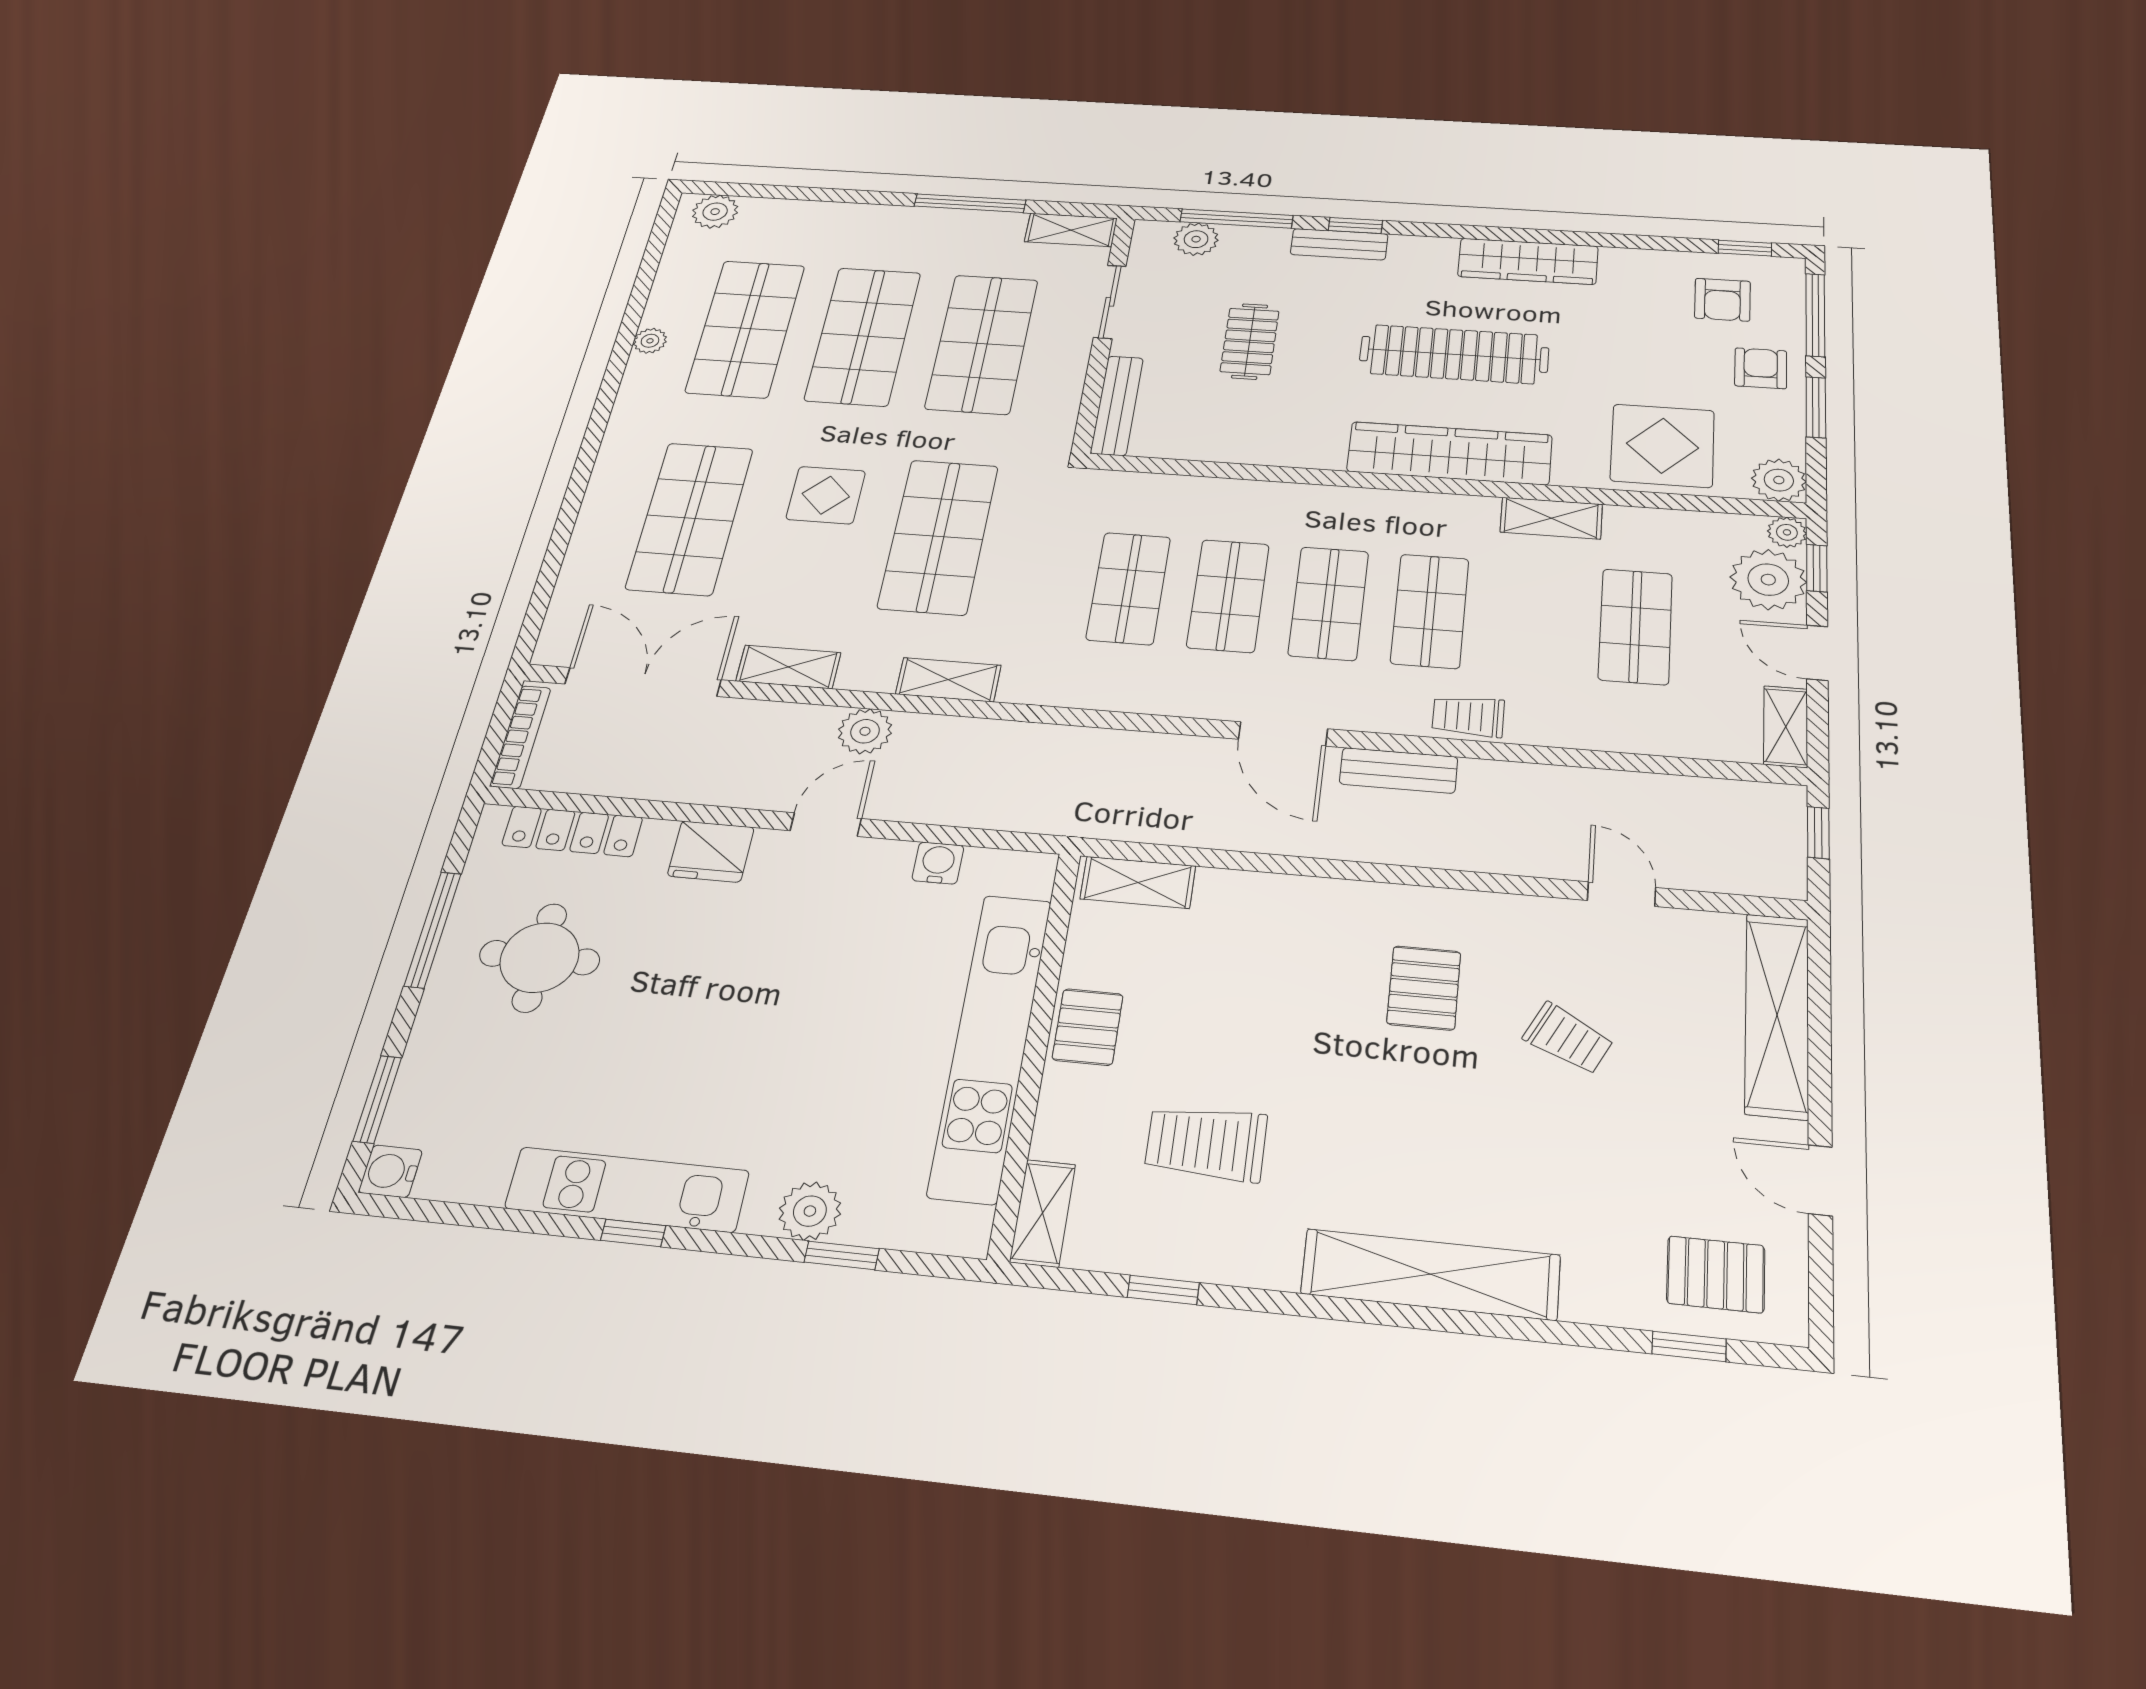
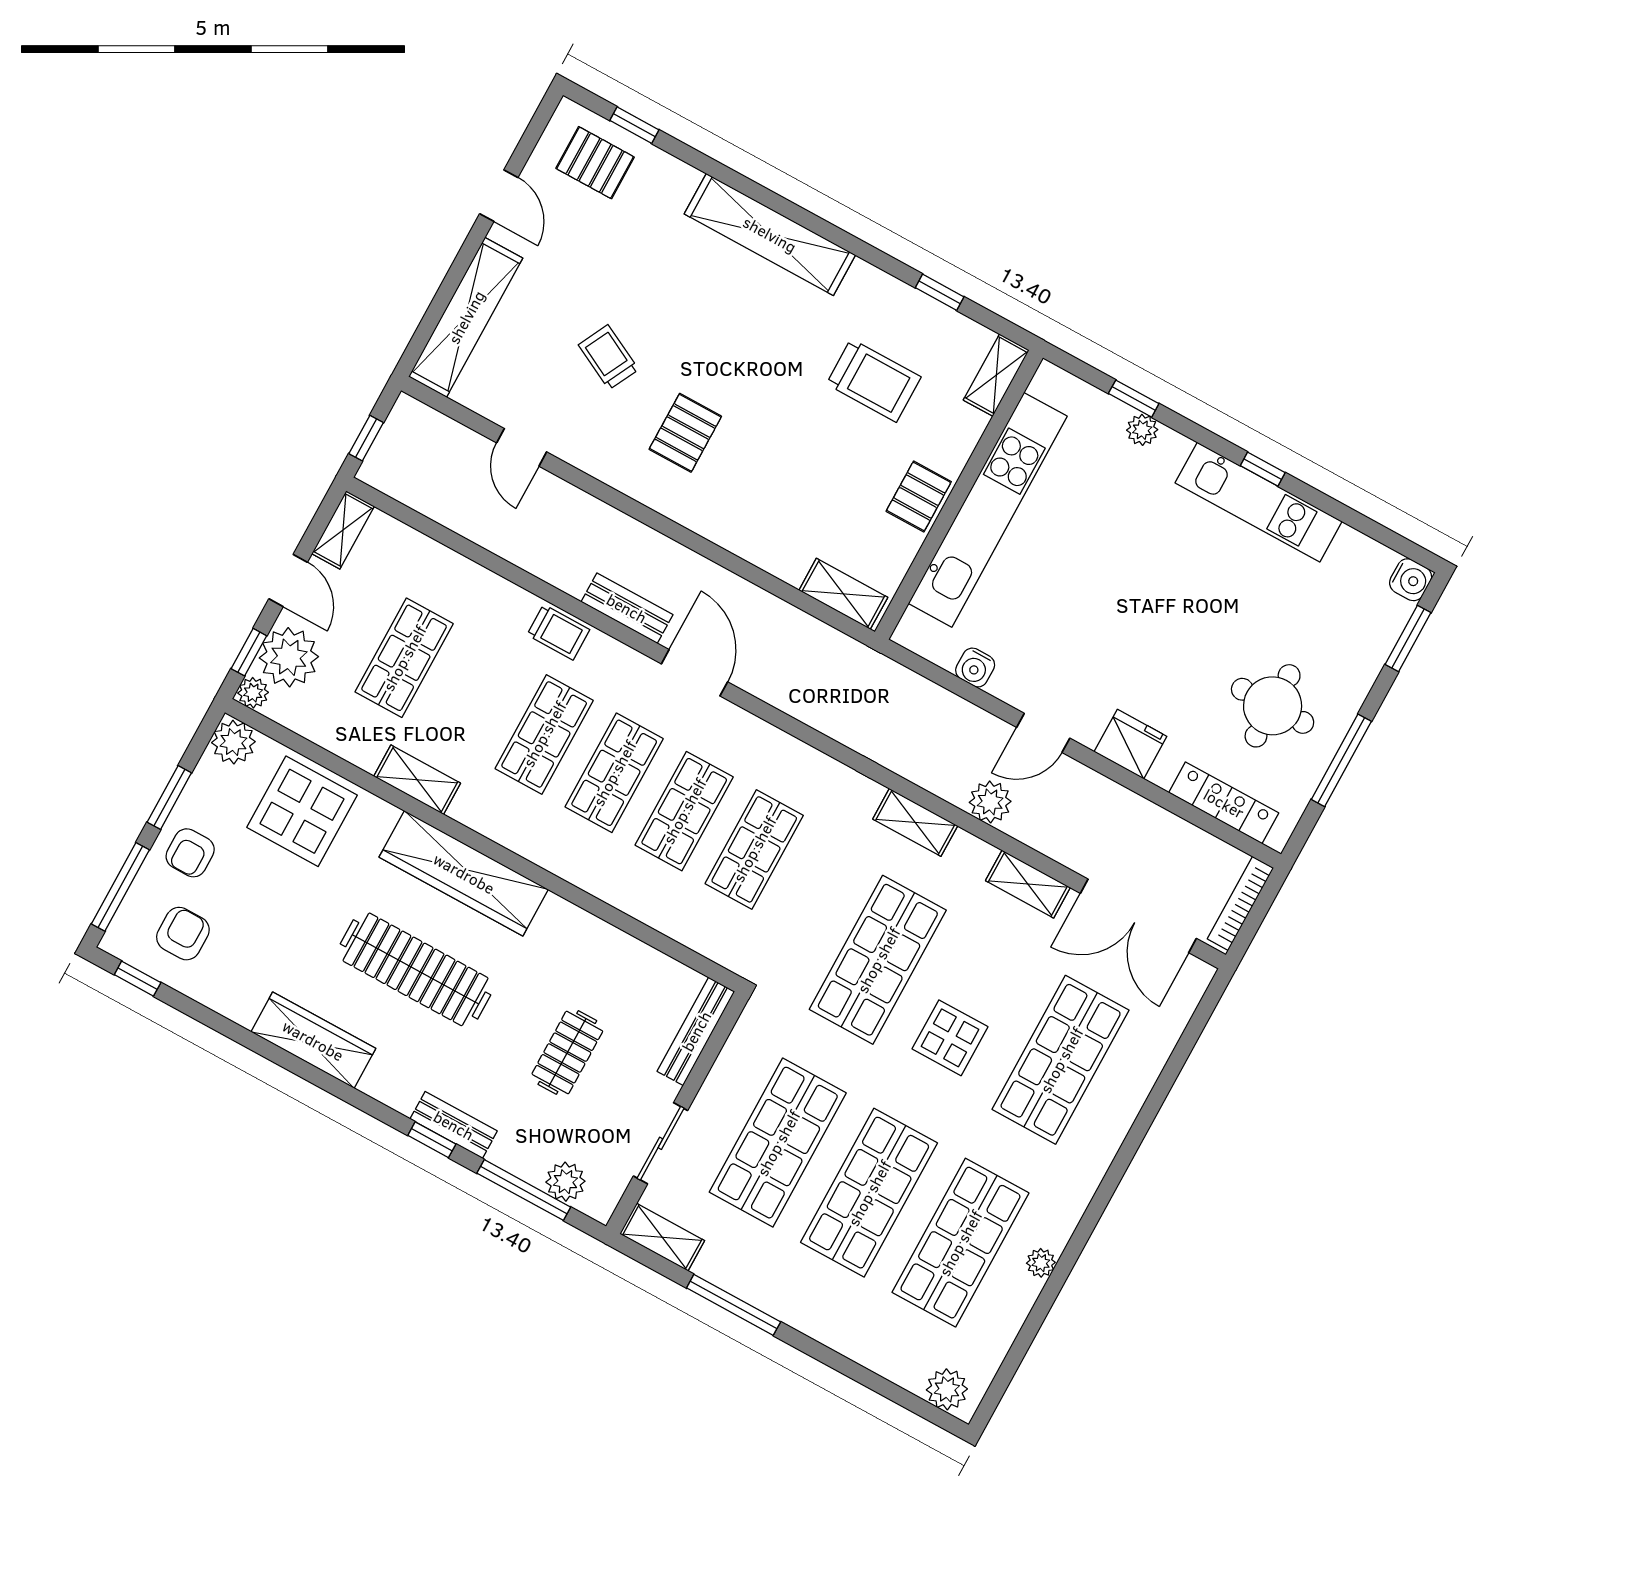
plant: (810, 1211) -> (1142, 430), width x0.73, depth x0.73

